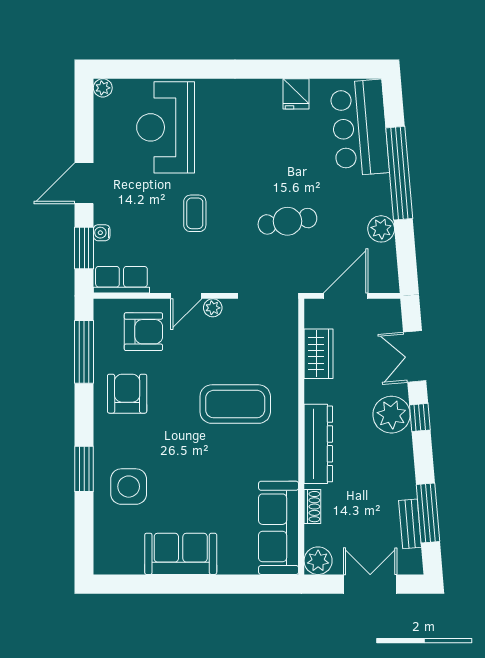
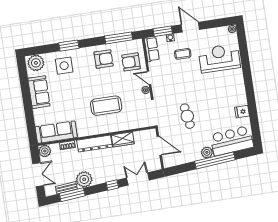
coffee table: (195, 213) -> (183, 54), moved
plant: (381, 229) -> (207, 152), moved
armchair: (143, 332) -> (131, 62), turned 90
wardrobe: (318, 354) -> (123, 139), moved
coffee table: (235, 404) -> (106, 106), turned 90
plant: (392, 415) -> (84, 179), moved
plant: (112, 551) -> (36, 63), added

